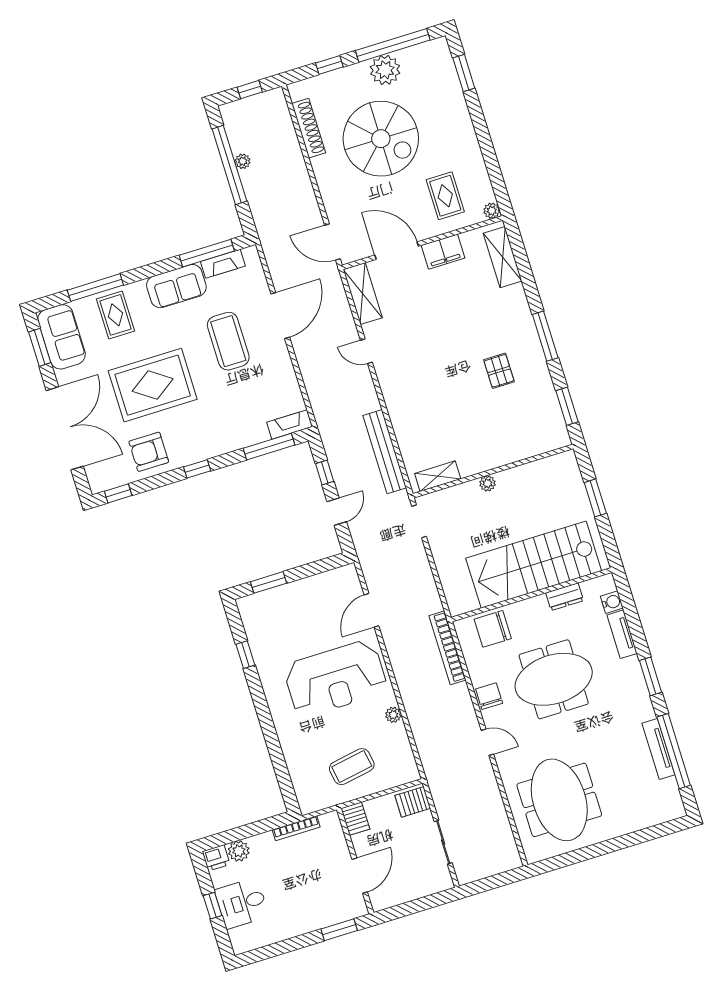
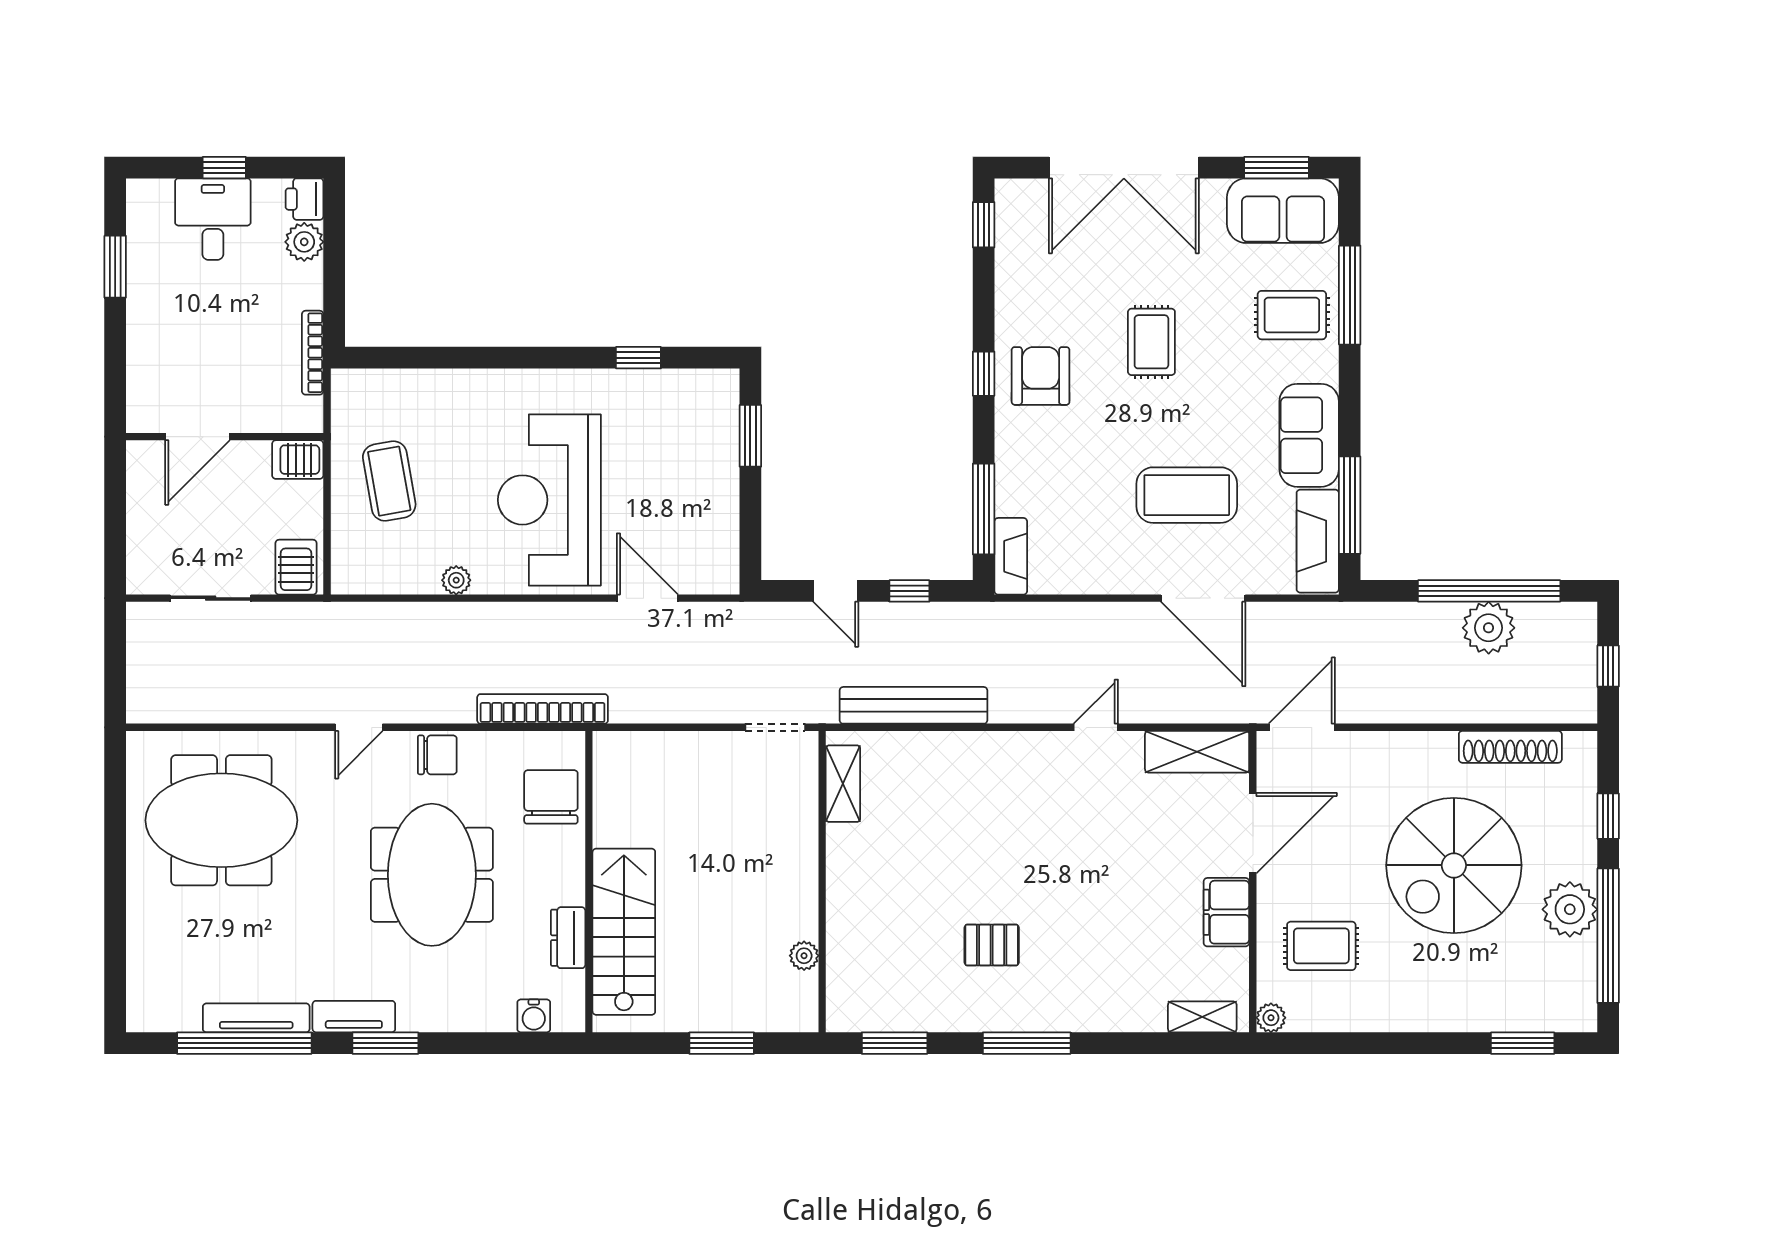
plant: (243, 161) -> (1489, 628), width x1.88, depth x1.88
shelving: (503, 257) -> (1202, 1017), width x0.67, depth x0.75
fireplace: (223, 264) -> (1318, 541), width x1.37, depth x1.32
rug: (153, 385) -> (1151, 342), width x0.54, depth x0.49
armchair: (149, 452) -> (1041, 376), moved
plant: (487, 483) -> (804, 956), moved
stairs: (534, 565) -> (624, 932), width x0.73, depth x0.66
tv unit: (622, 634) -> (354, 1017), moved
door: (360, 876) -> (198, 437), hinge flipped
window: (339, 930) -> (115, 267), moved

